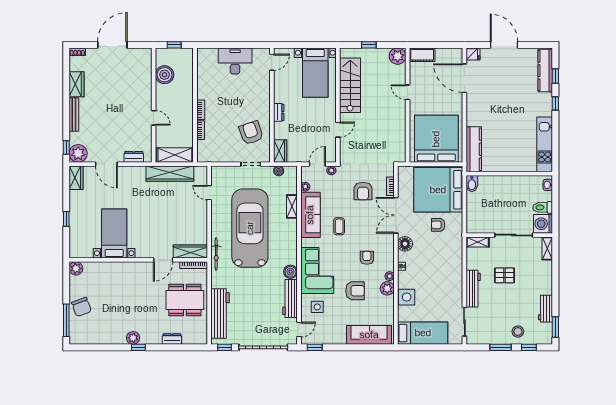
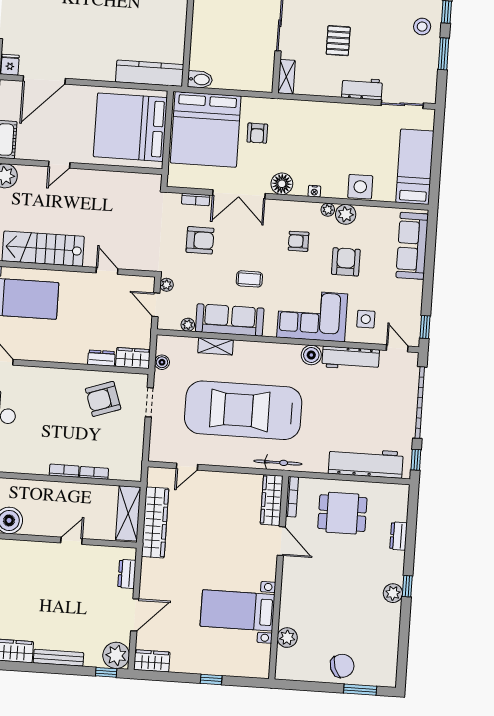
dresser: (279, 112) -> (101, 358), moved
plant: (76, 268) -> (287, 638), moved
workbench: (473, 289) -> (362, 89), width x0.73
dining table: (185, 300) -> (342, 513), width x0.73
window: (66, 320) -> (360, 690), width x0.69

